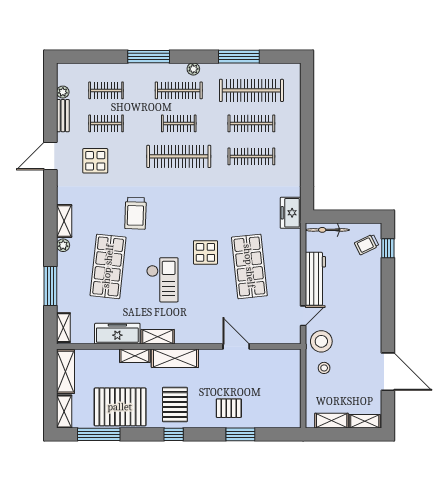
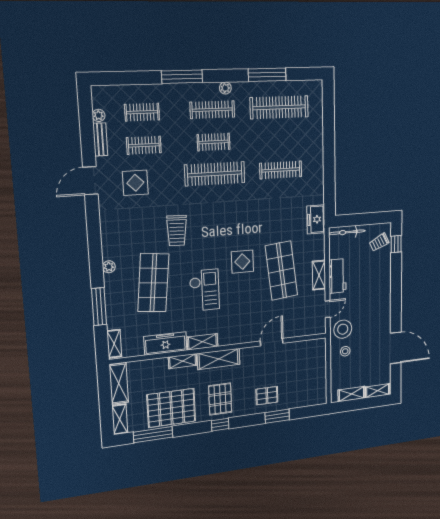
clothes rail: (251, 123) -> (280, 139), removed
shelving: (64, 221) -> (319, 275), moved
workbench: (315, 279) -> (337, 276), width x0.73
door: (236, 347) -> (272, 342), hinge flipped

